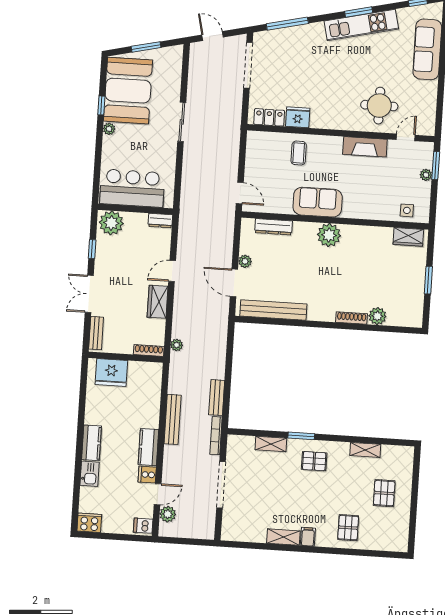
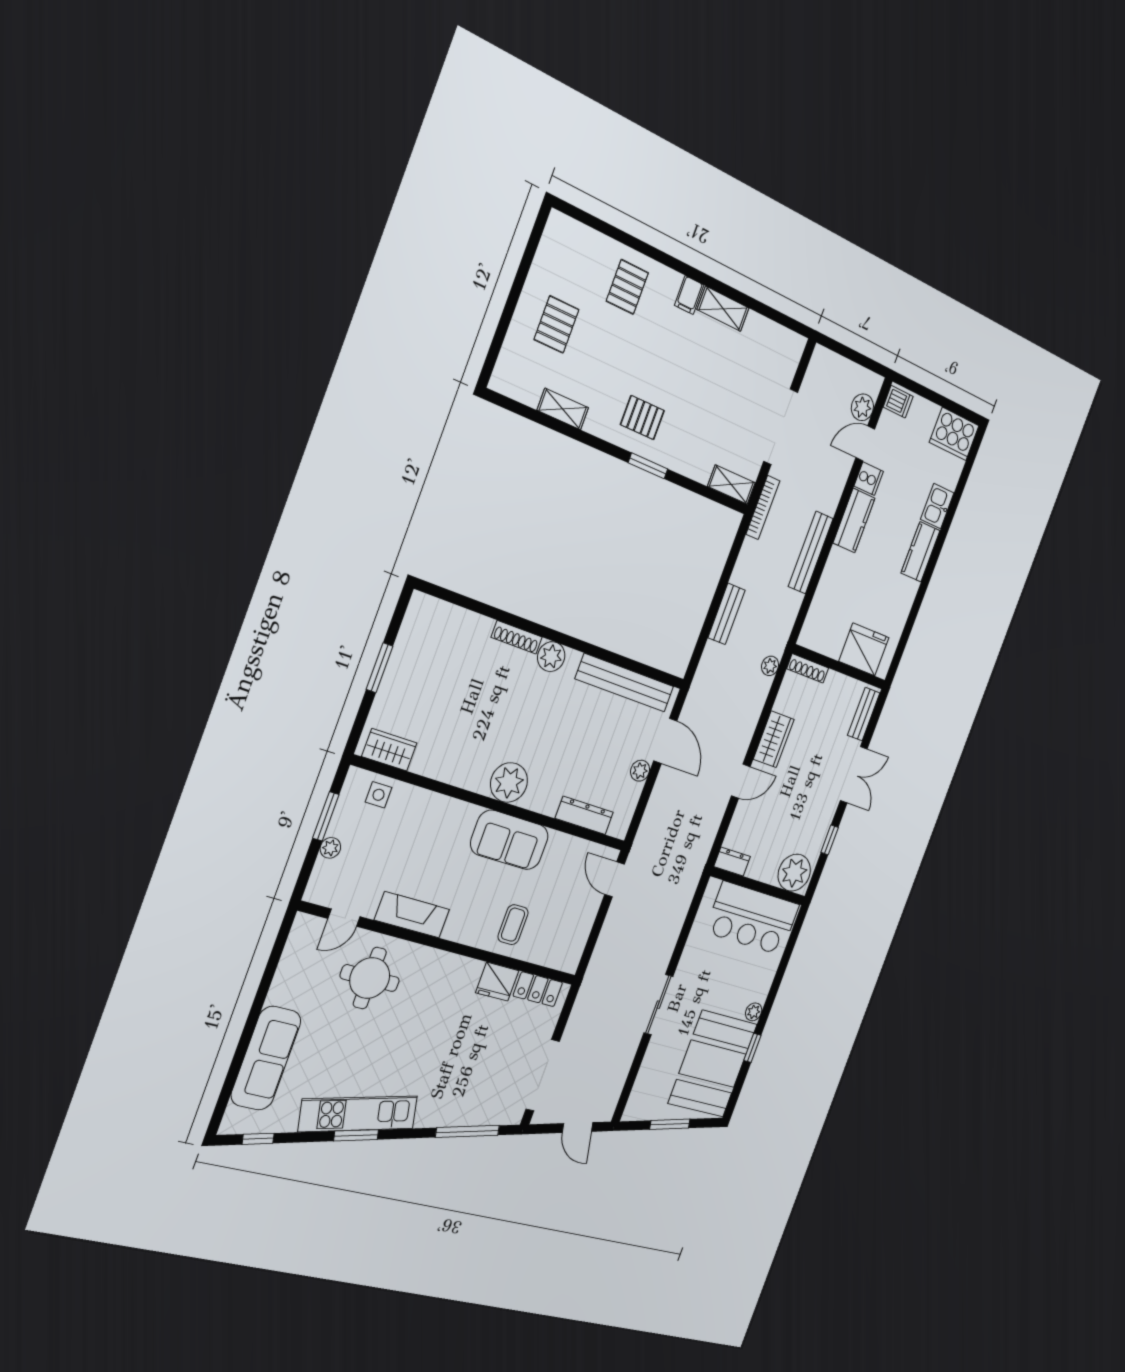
window: (436, 166) -> (326, 816), moved
plant: (377, 316) -> (551, 657), moved
bench: (217, 398) -> (727, 614), moved
shelving: (271, 444) -> (731, 485), moved
cooker: (89, 523) -> (954, 434), width x1.37, depth x1.31

